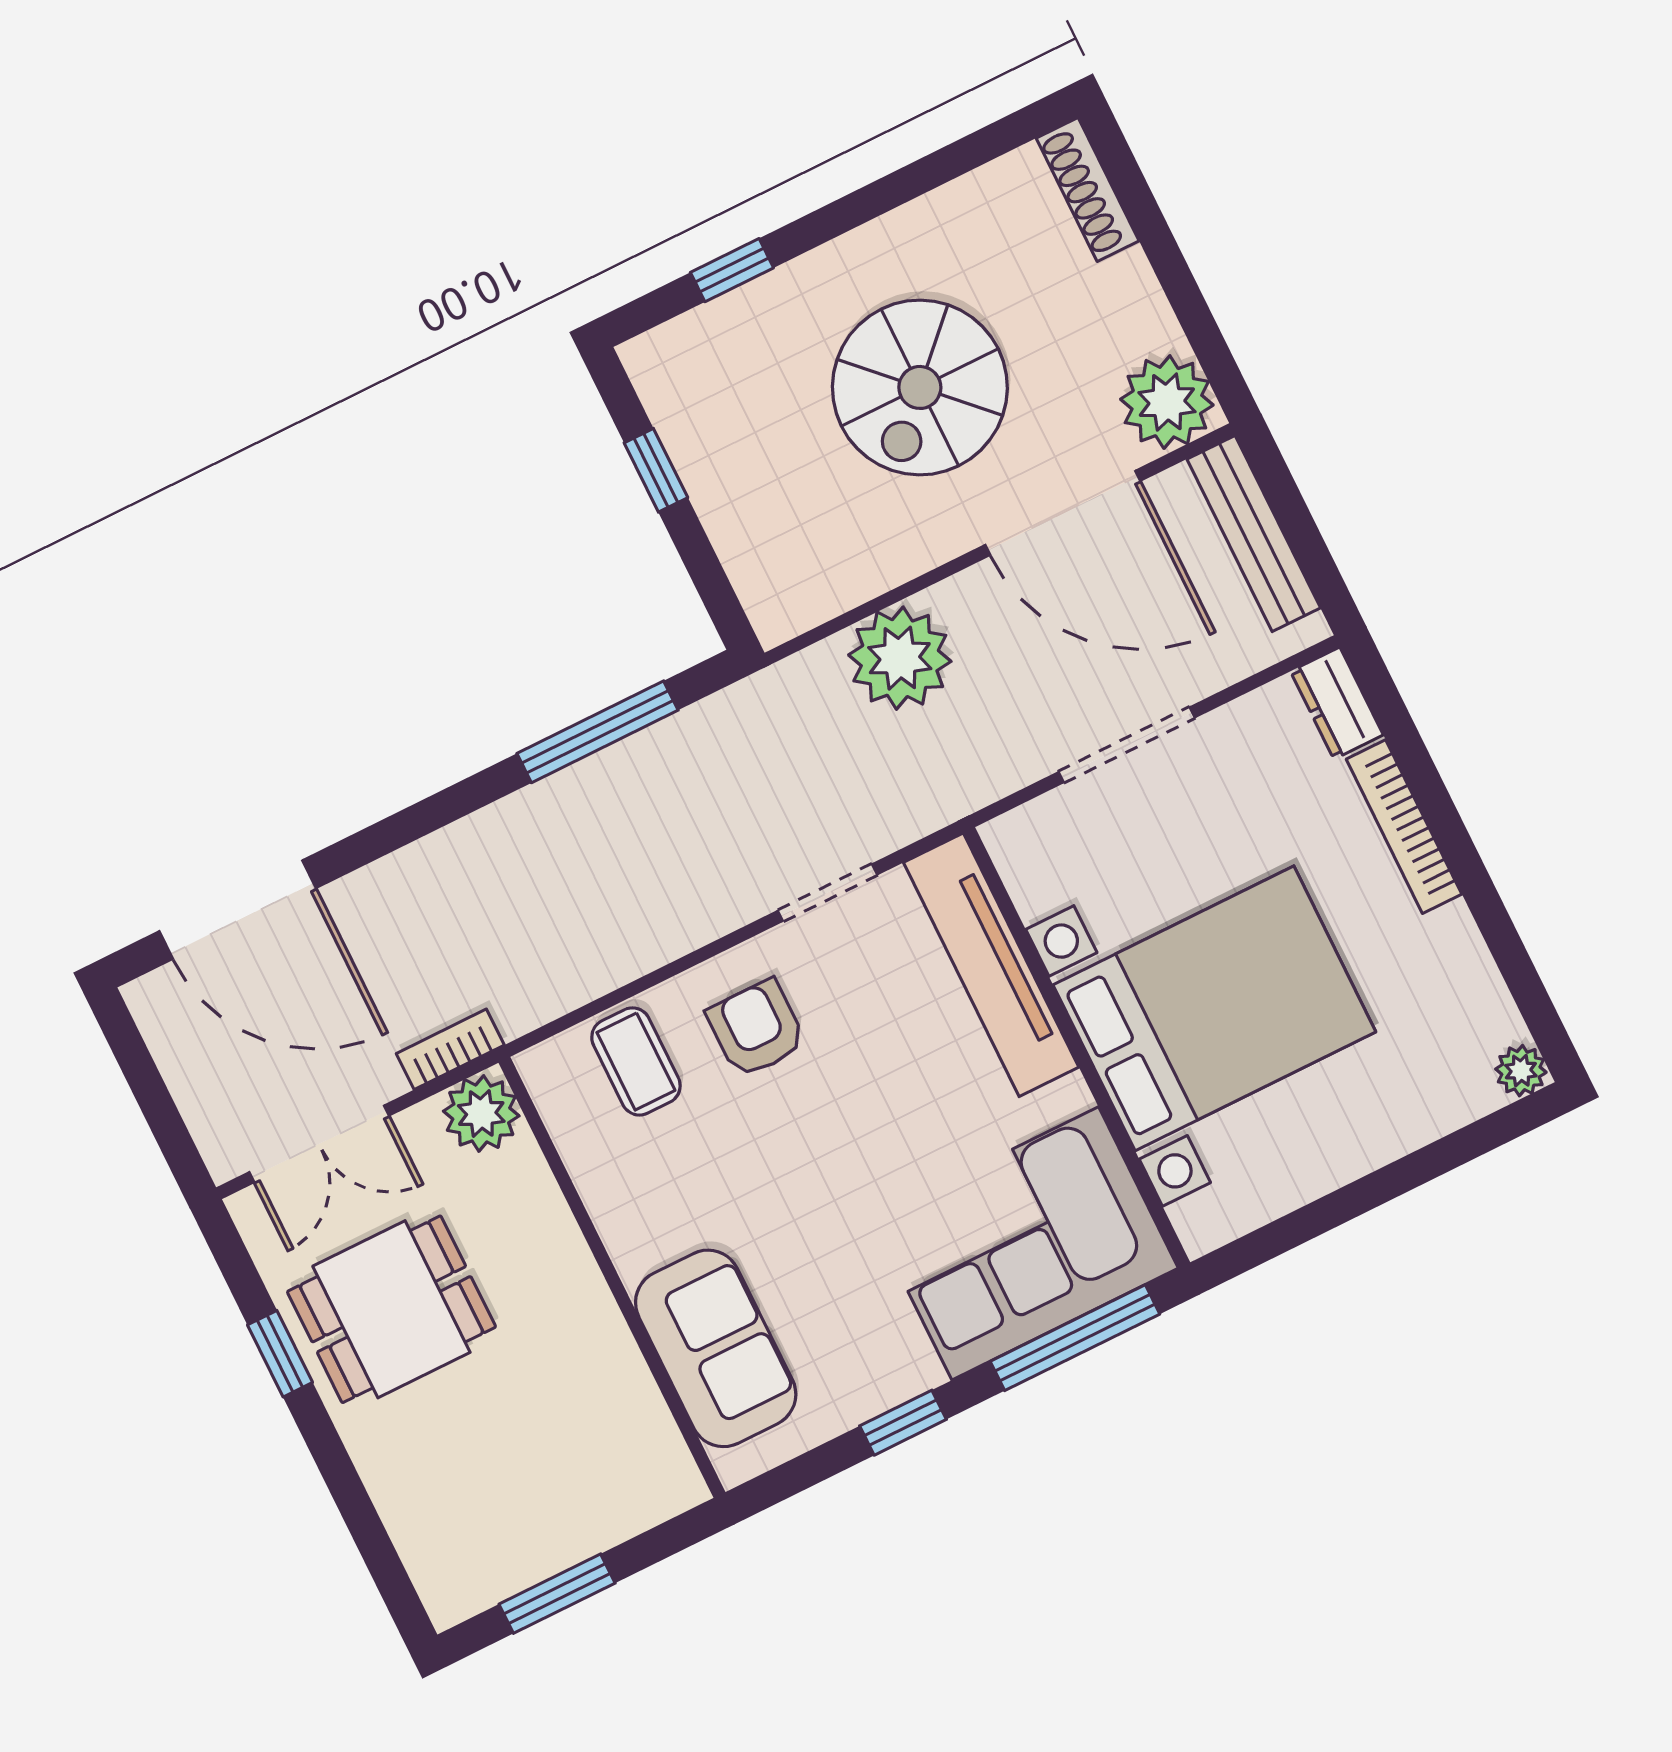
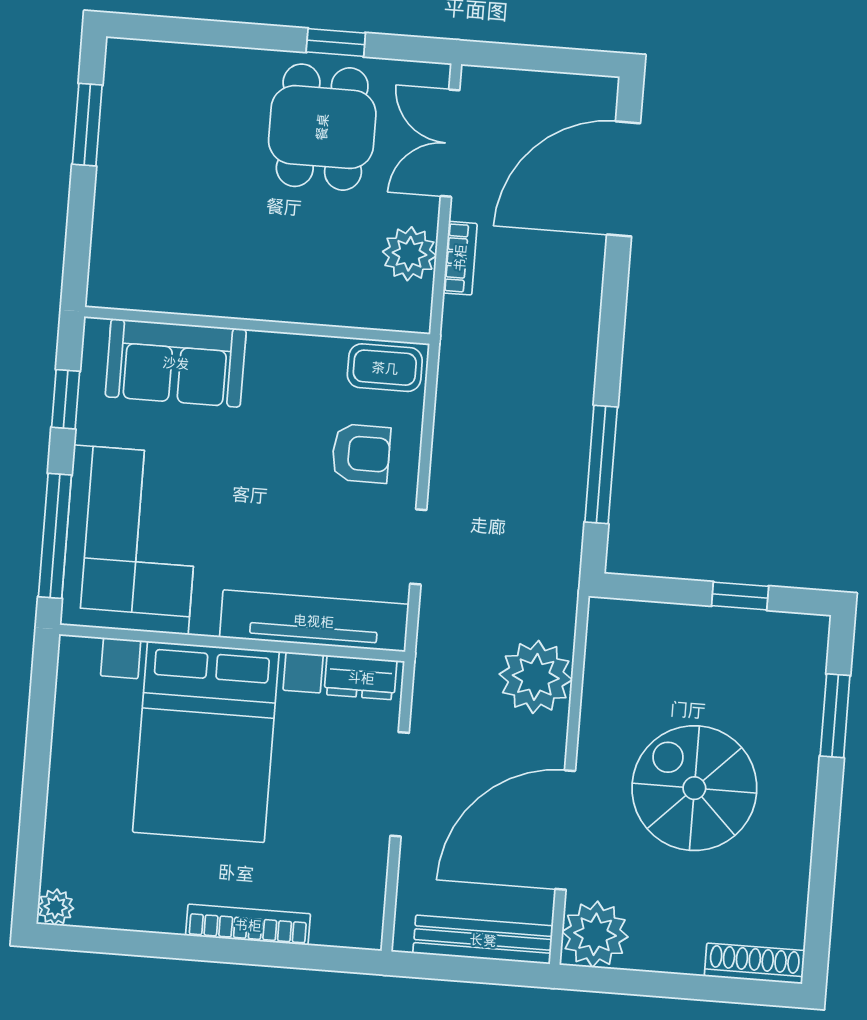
window: (732, 270) -> (835, 716), width x1.50
dresser: (1337, 703) -> (361, 678), moved, turned 180
wall: (612, 1277) -> (257, 325), moved
sofa: (716, 1348) -> (176, 363), moved

